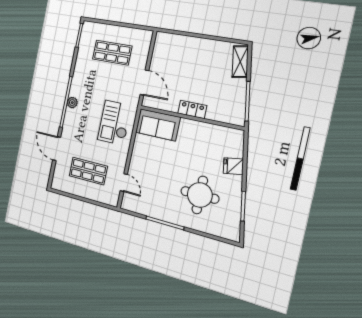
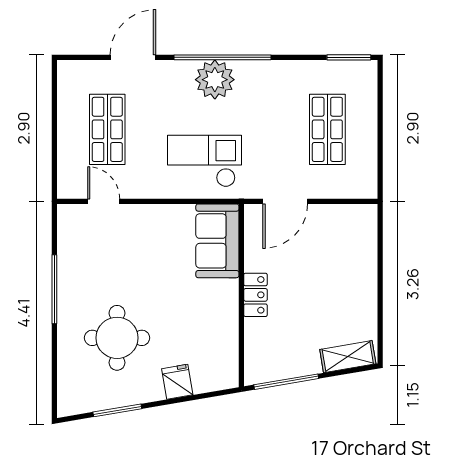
plant: (72, 103) -> (215, 80), width x1.87, depth x1.87
door: (124, 183) -> (104, 201), swing flipped

